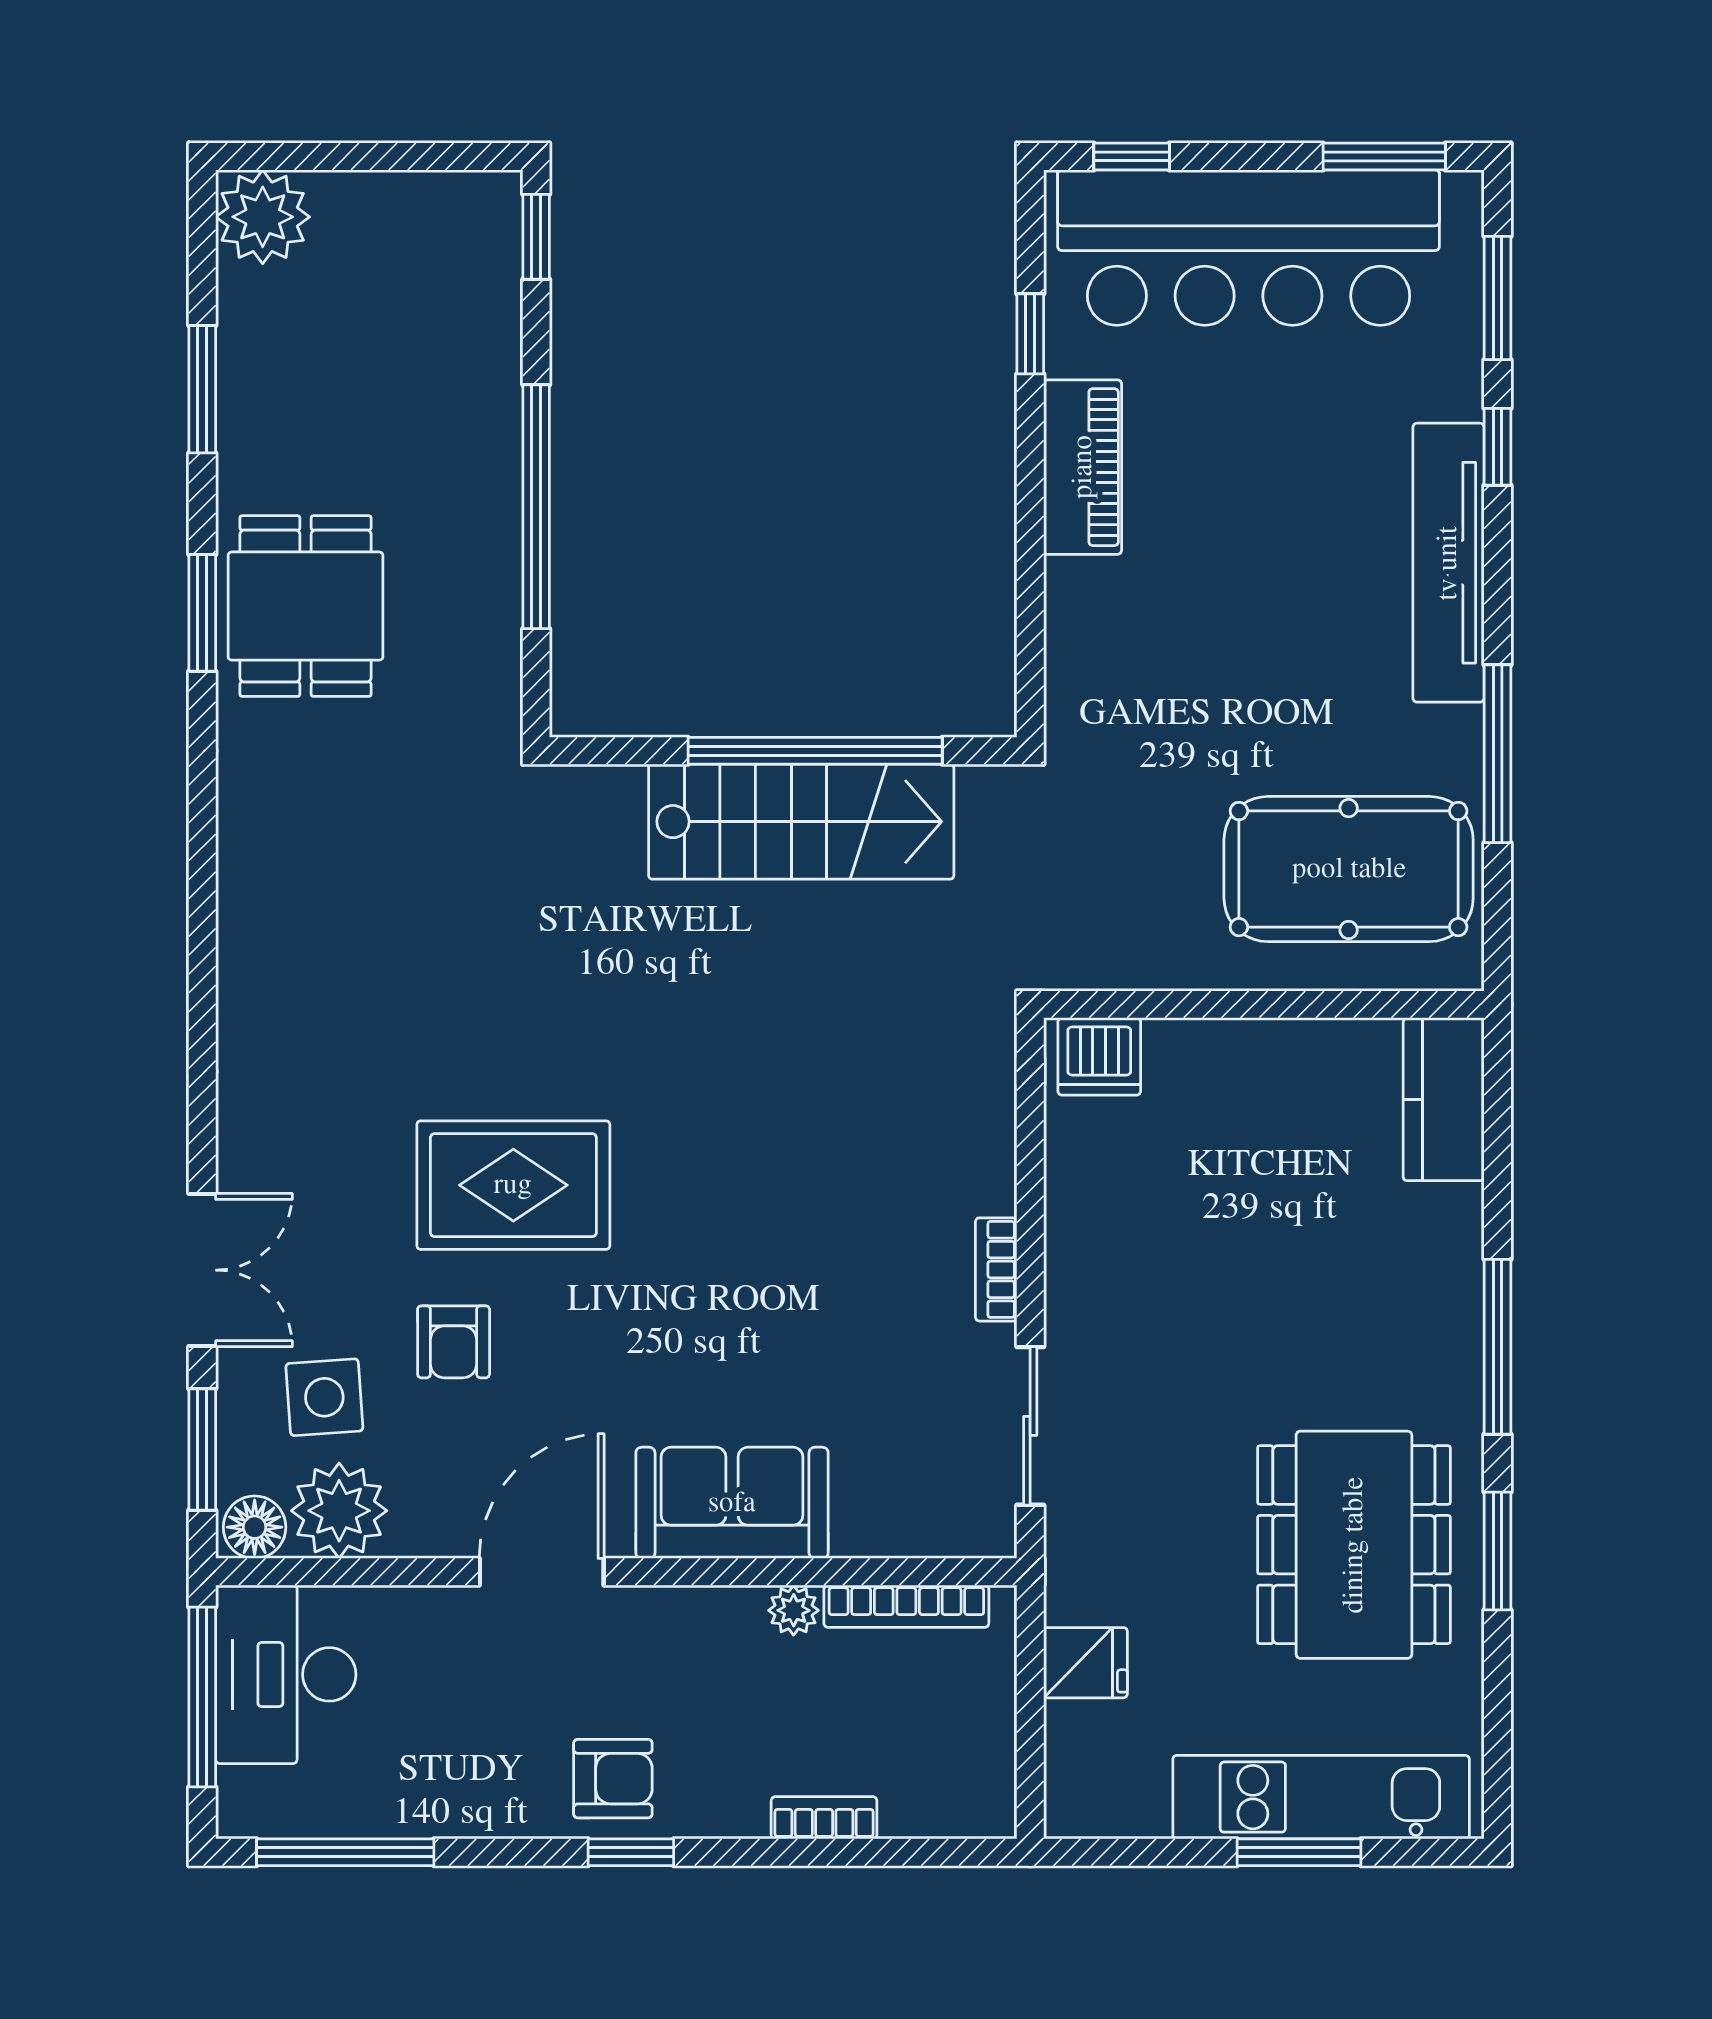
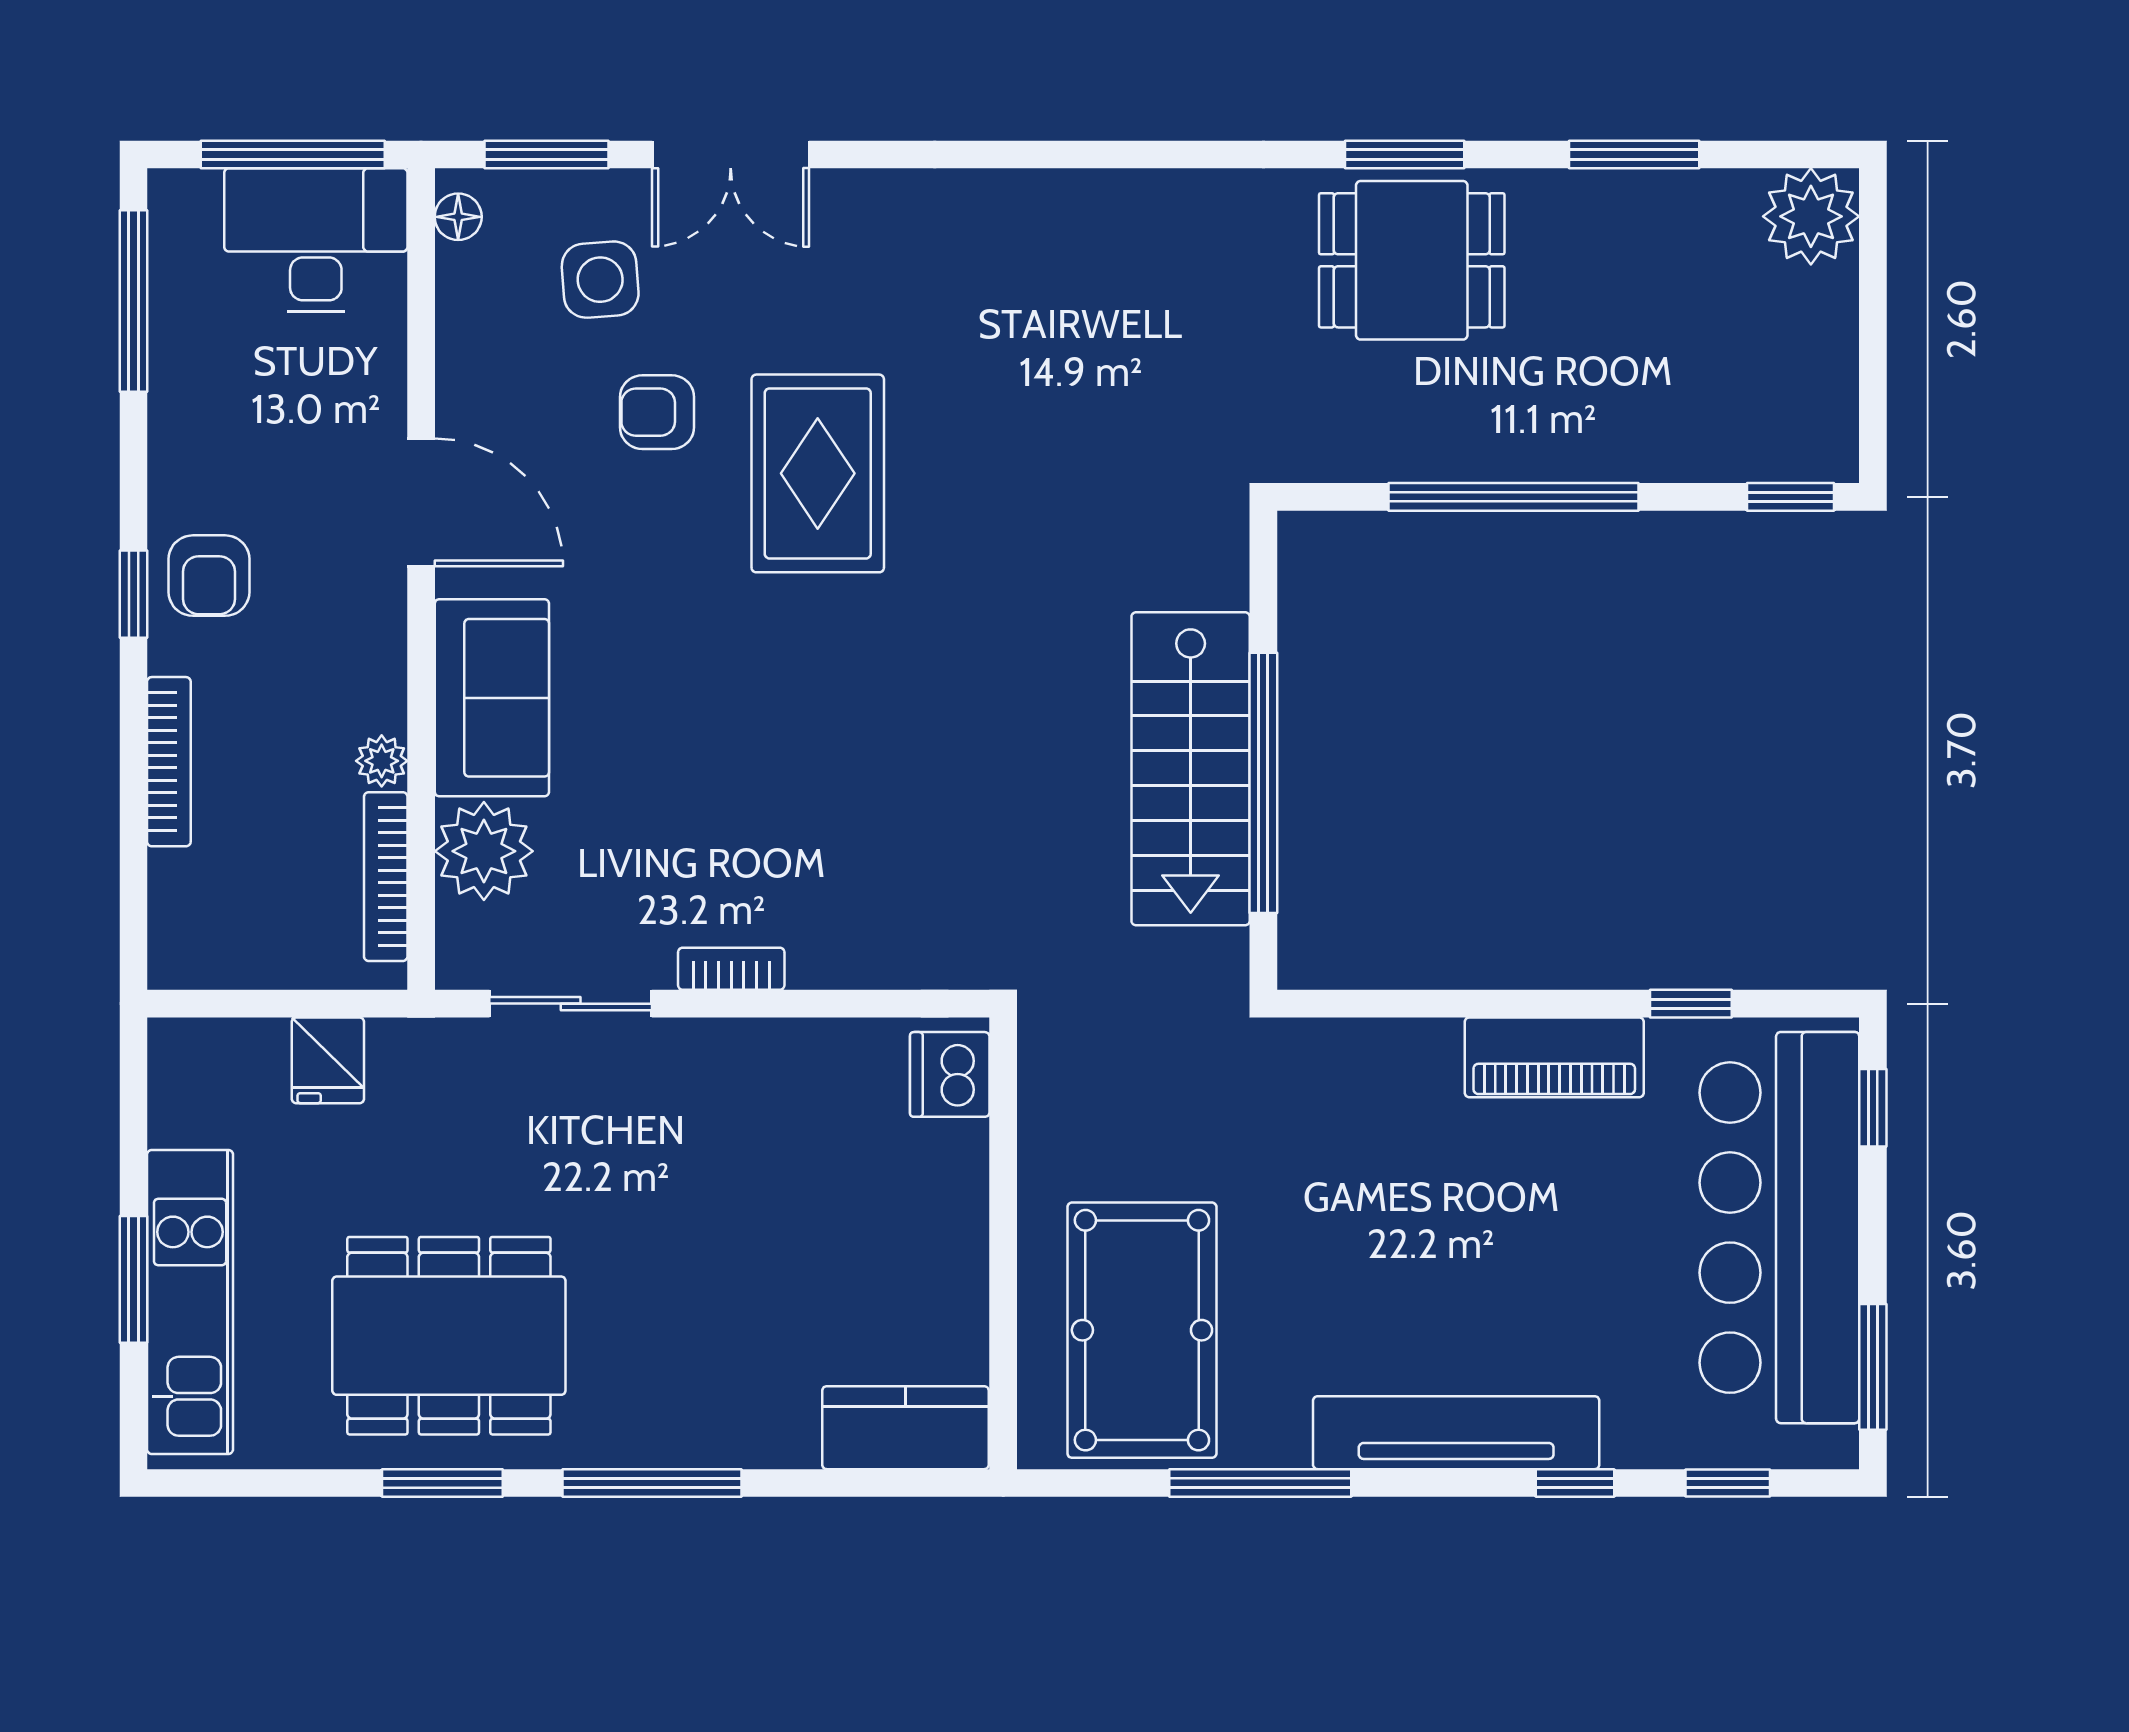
window: (1498, 298) -> (1728, 1483), width x0.67
plant: (339, 1511) -> (484, 851), moved
floor lamp: (255, 1527) -> (458, 217), width x0.73, depth x0.73
bookcase: (824, 1818) -> (169, 762), width x1.56

